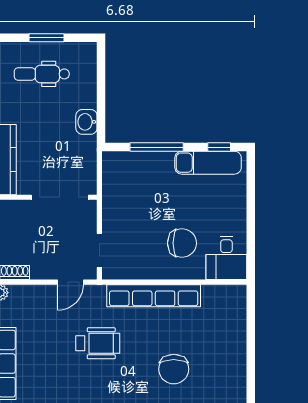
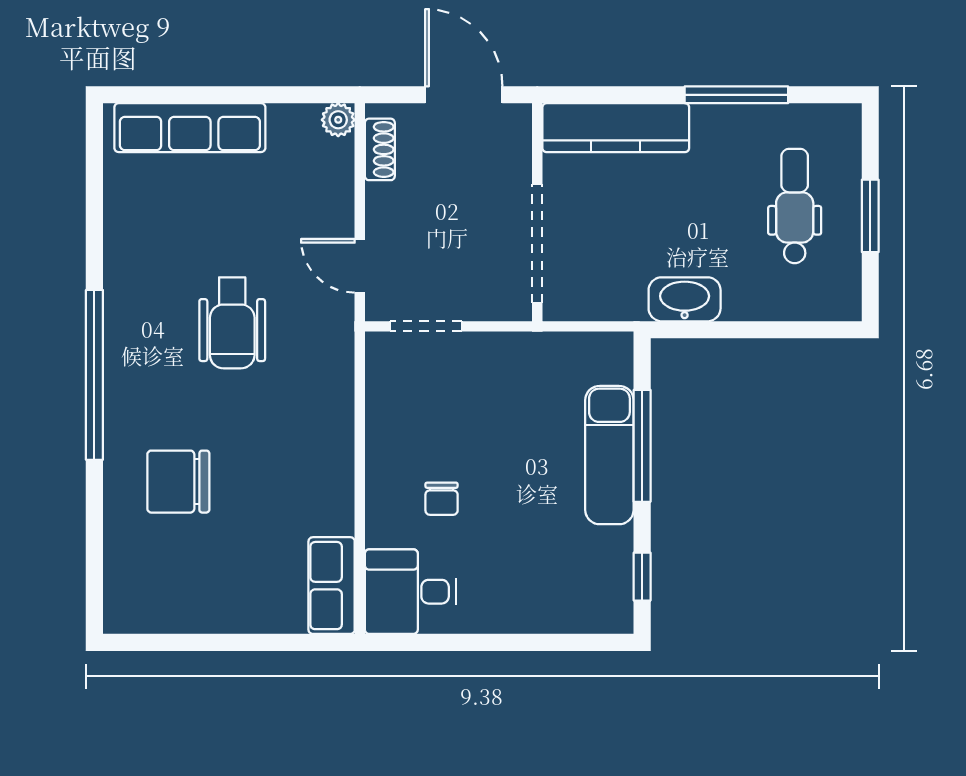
washbasin: (86, 122) -> (685, 299), width x1.38
exam couch: (208, 163) -> (609, 455), moved
chair: (182, 243) -> (442, 499), width x0.54, depth x0.54
row of seats: (154, 296) -> (332, 586), moved, width x0.50

